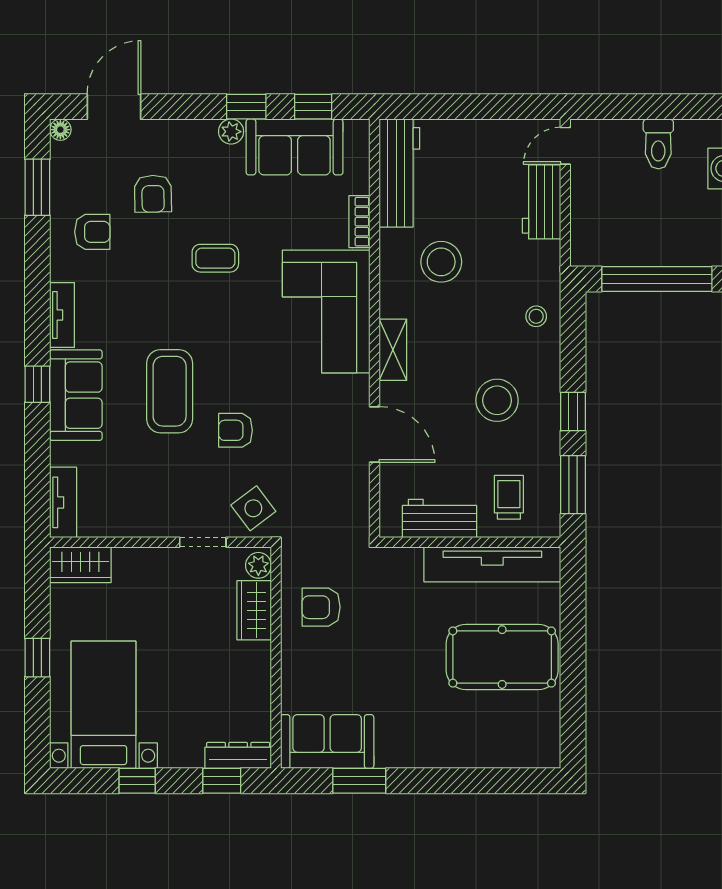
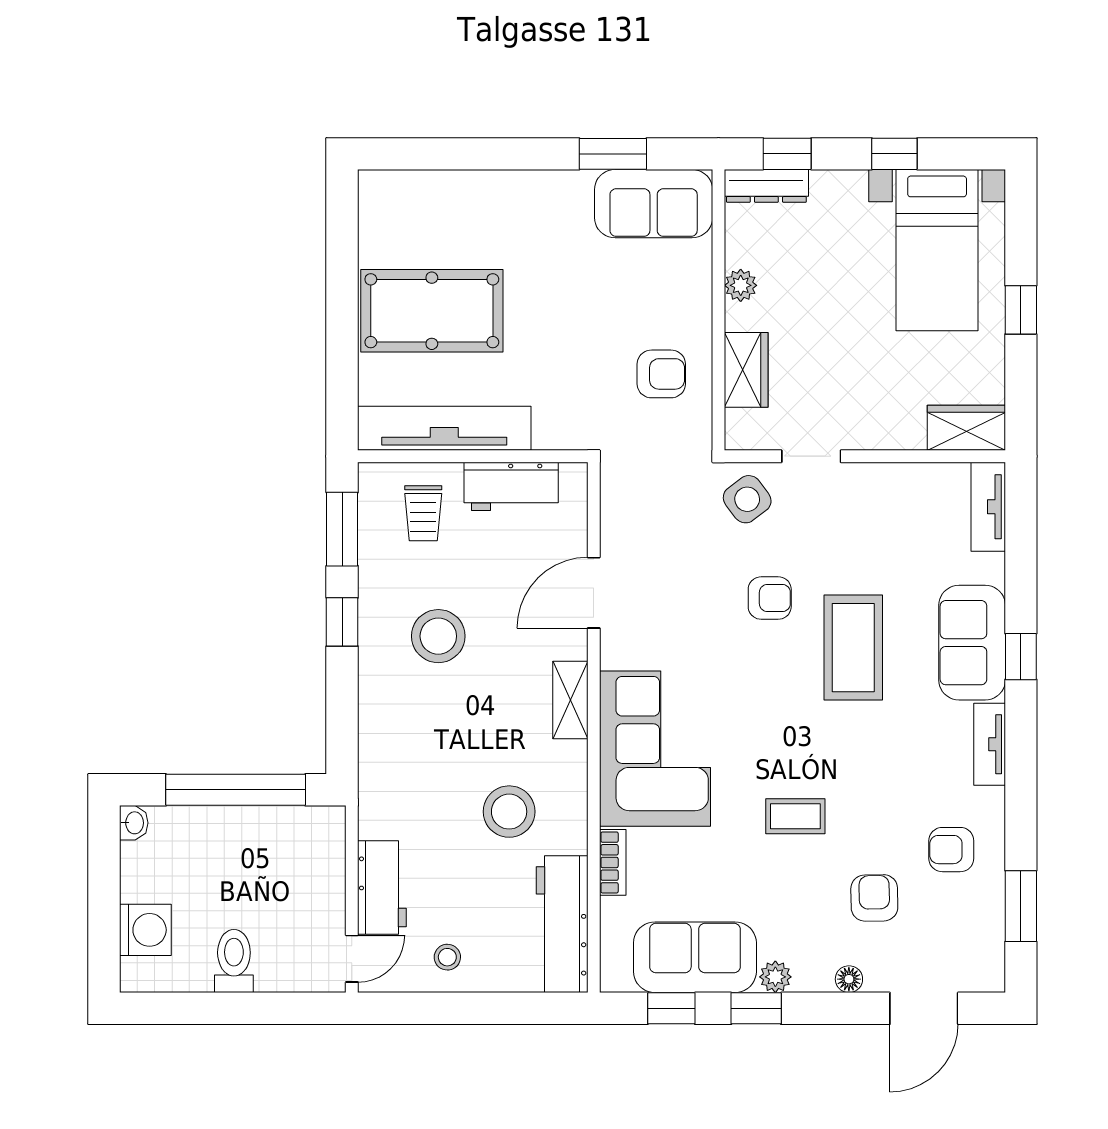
floor lamp: (60, 130) -> (849, 979), moved
stool: (536, 316) -> (447, 957), moved
door: (374, 434) -> (594, 593), hinge flipped
plant: (258, 565) -> (741, 285), moved

